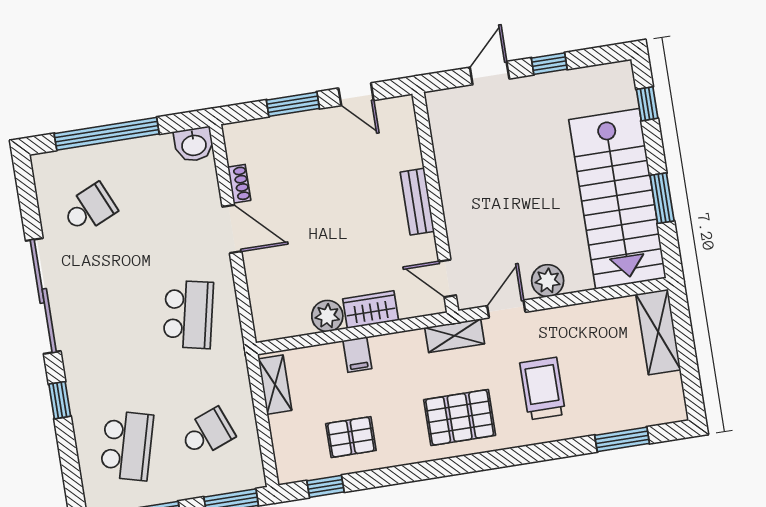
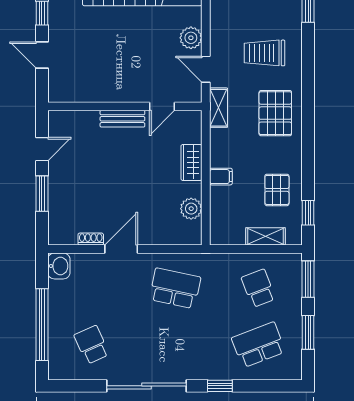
door: (447, 278) -> (162, 106), moved
plant: (327, 316) -> (191, 209), moved
shelving: (275, 385) -> (266, 236), moved
school desk: (127, 446) -> (258, 345), turned -36

